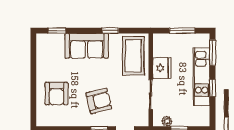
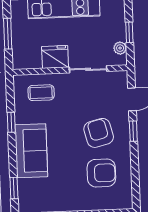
coffee table: (133, 56) -> (41, 93), width x0.54, depth x0.58
armchair: (56, 94) -> (101, 173), moved

